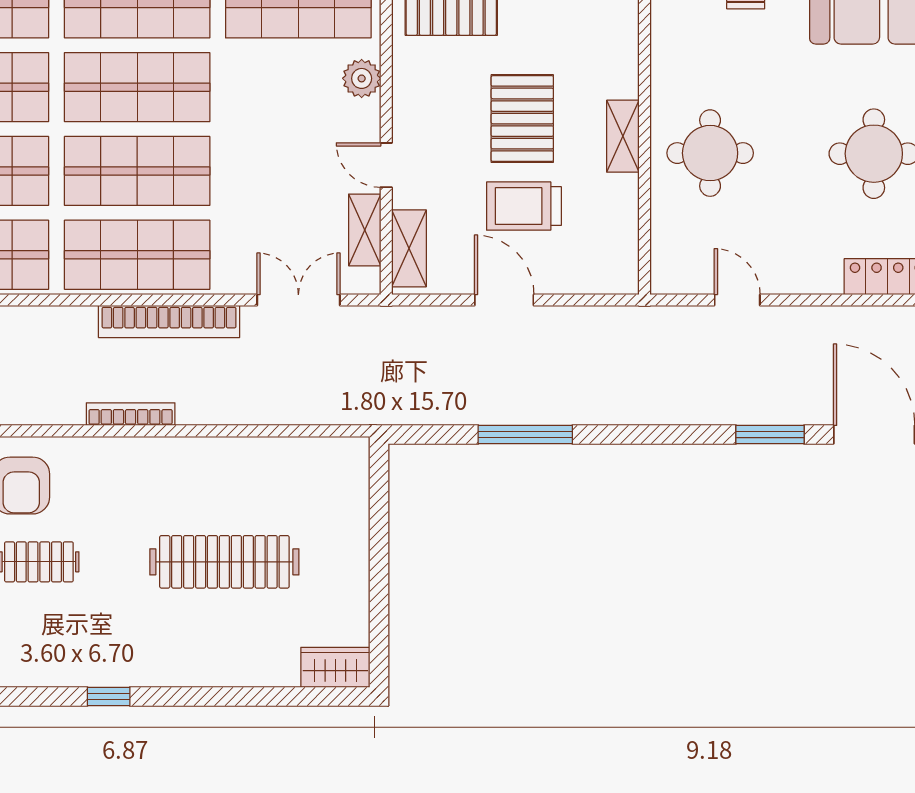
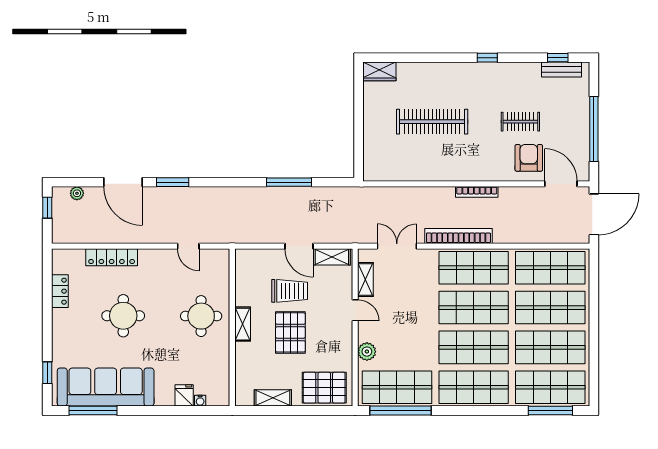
shelving: (409, 248) -> (332, 257), moved, turned 90
double door: (298, 300) -> (397, 246), swing flipped

